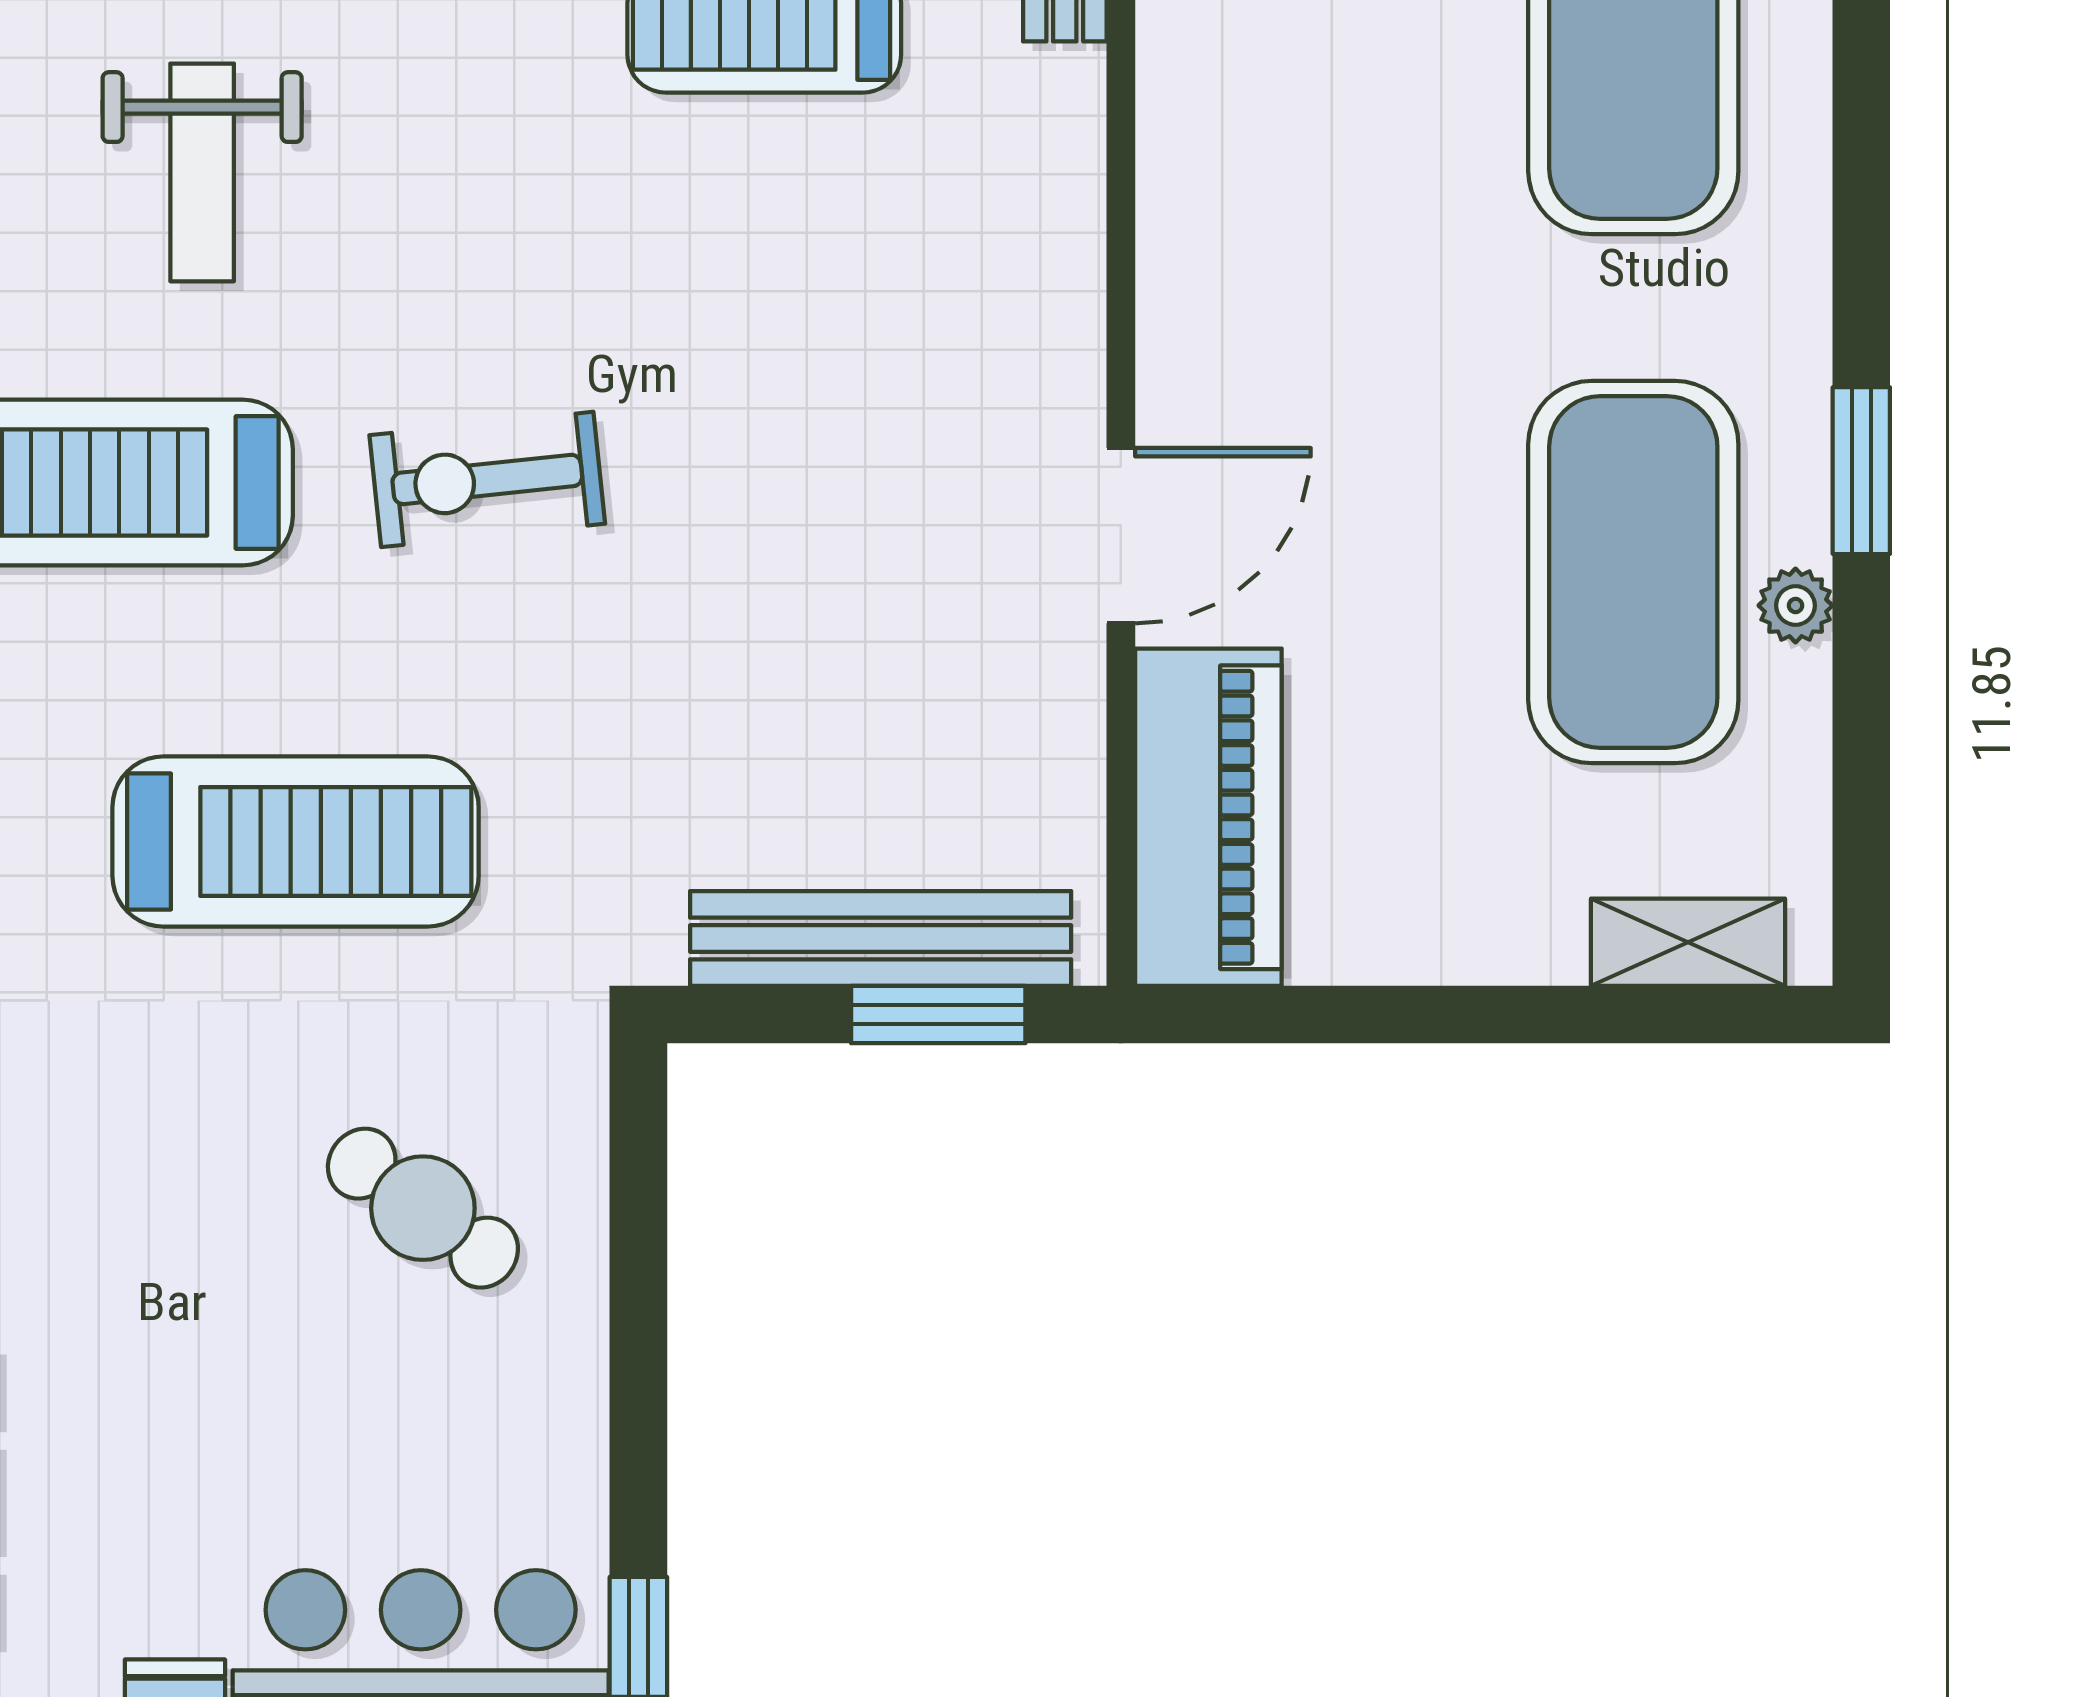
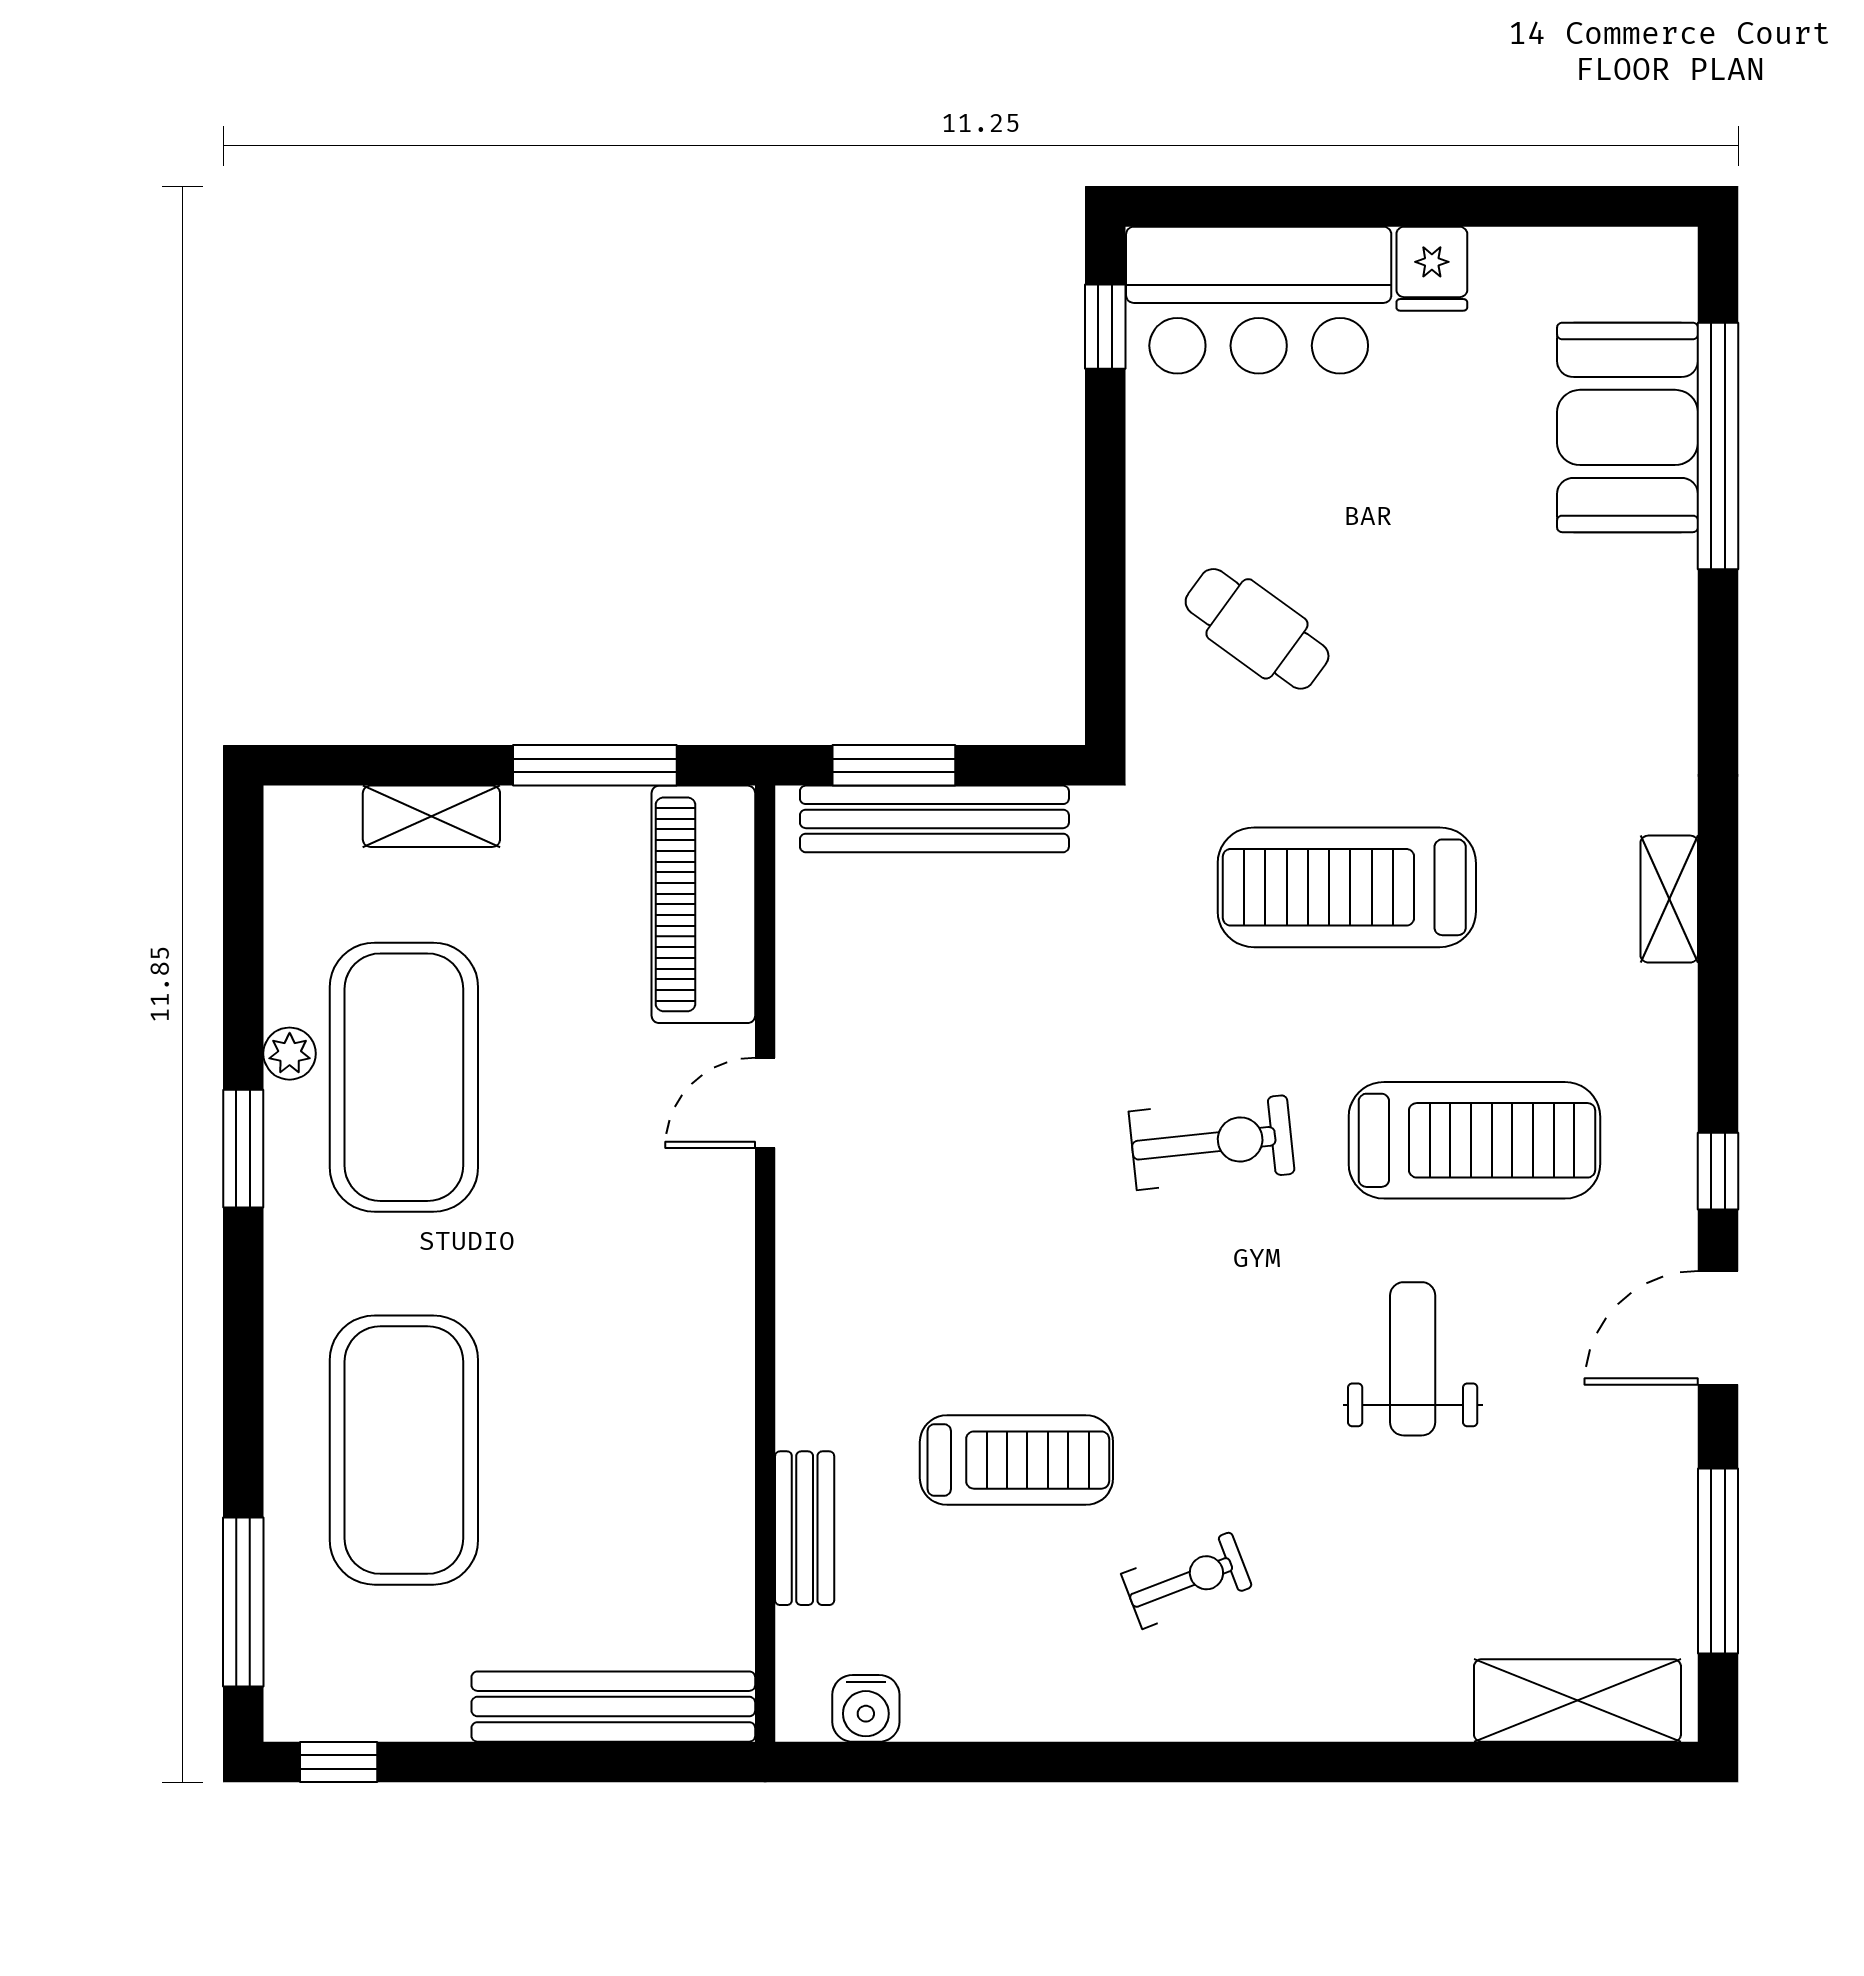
door: (1121, 536) -> (765, 1103), width x0.73
shelving: (1688, 942) -> (431, 816), moved
window: (1362, 1015) -> (595, 765), added

